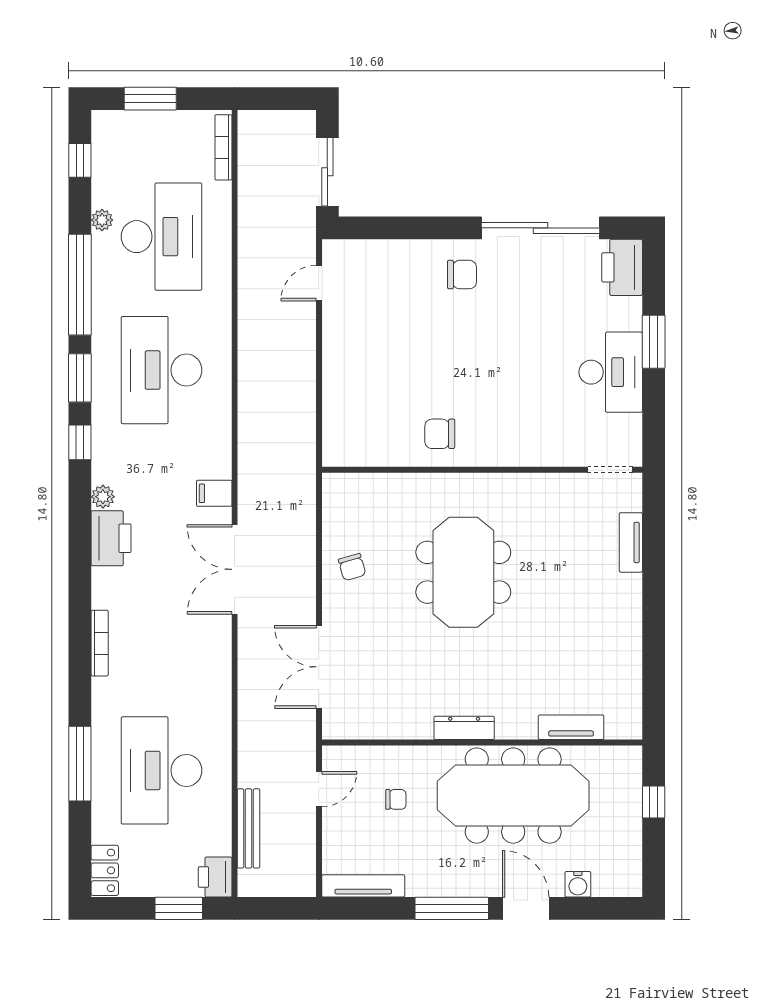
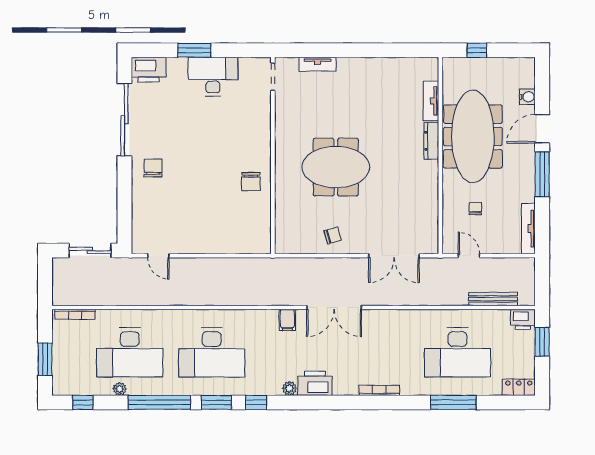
desk: (161, 237) -> (130, 352), turned 180
dresser: (464, 728) -> (431, 141), moved

